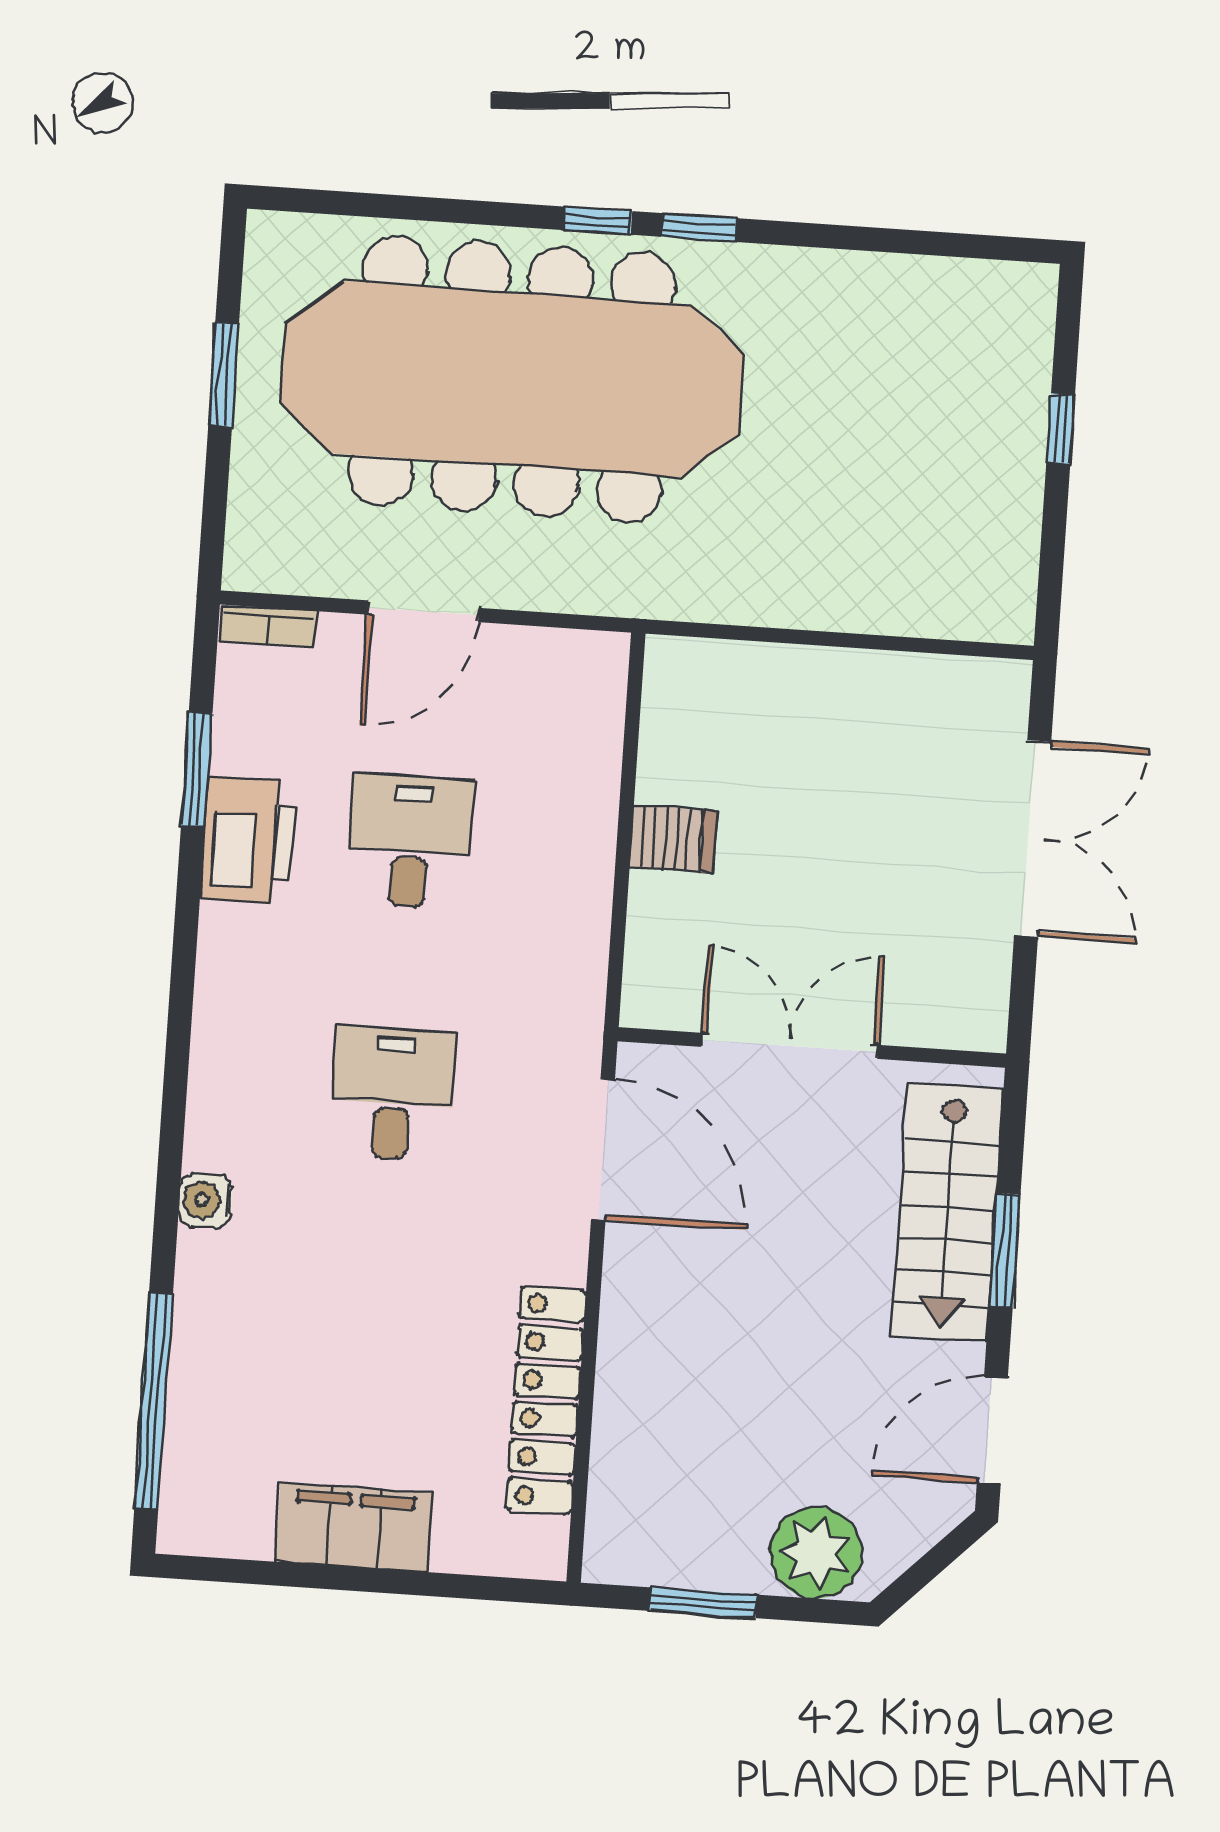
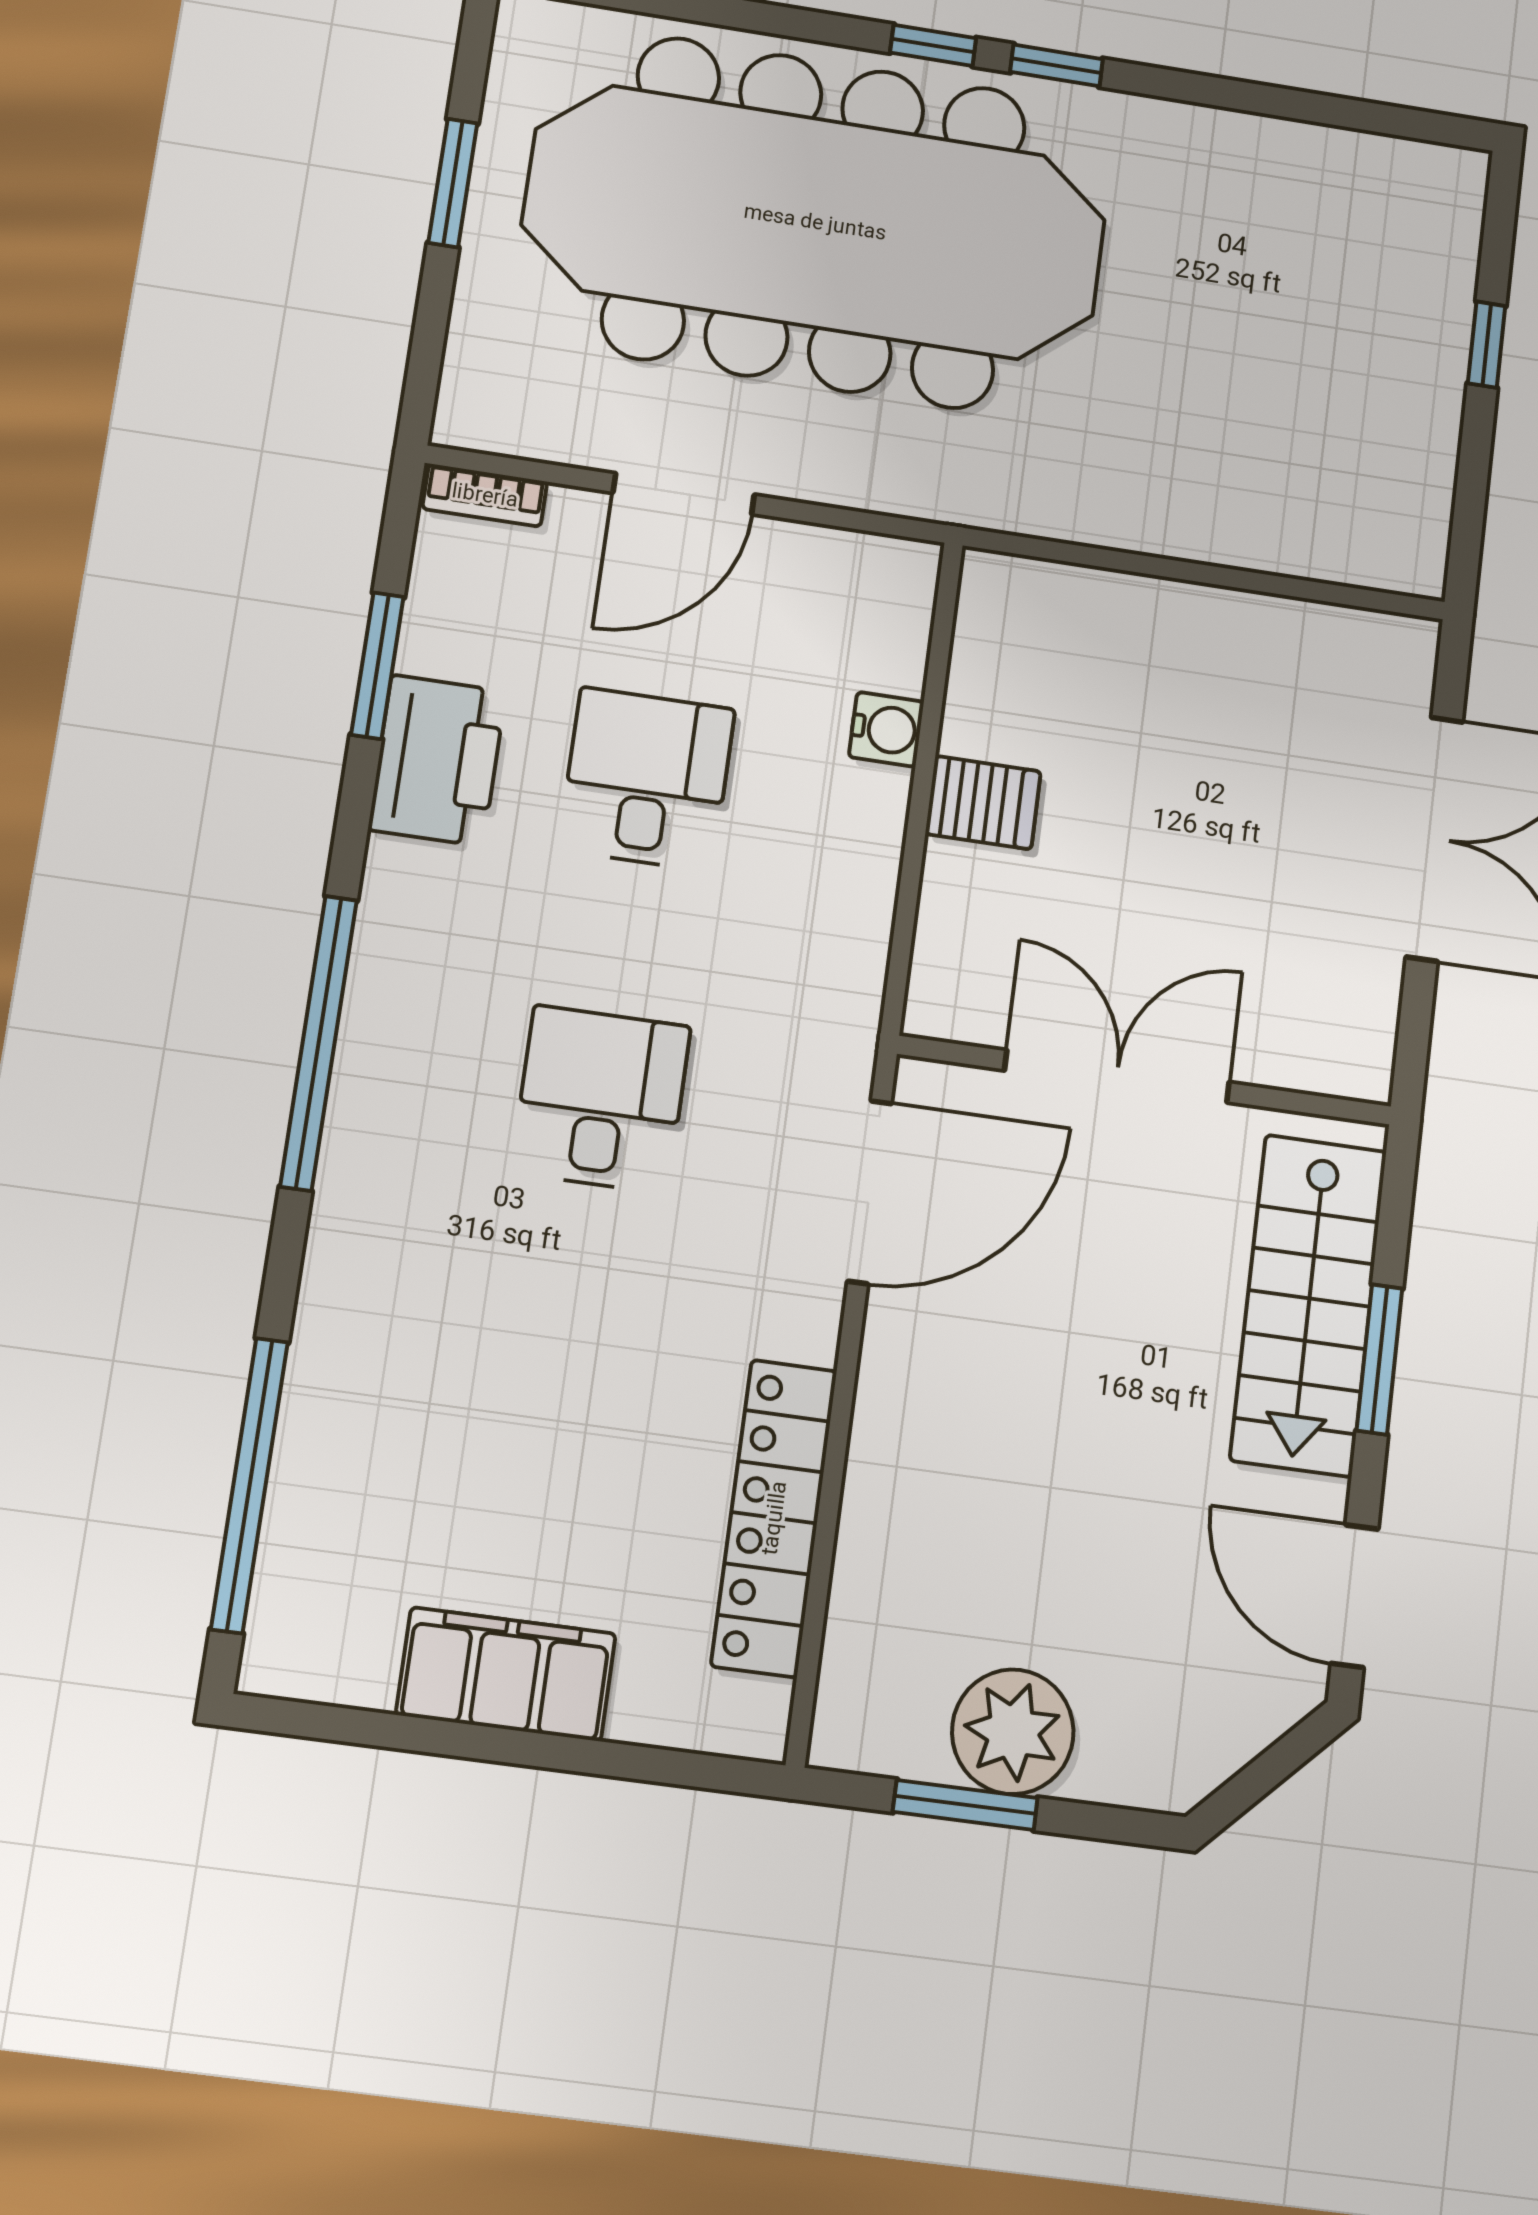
window: (176, 1066) -> (319, 1043), added
door: (603, 1149) -> (869, 1192), hinge flipped
water cooler: (206, 1200) -> (886, 729), moved, turned 180
door: (992, 1431) -> (1354, 1596), hinge flipped
plant: (816, 1553) -> (1013, 1732), moved

